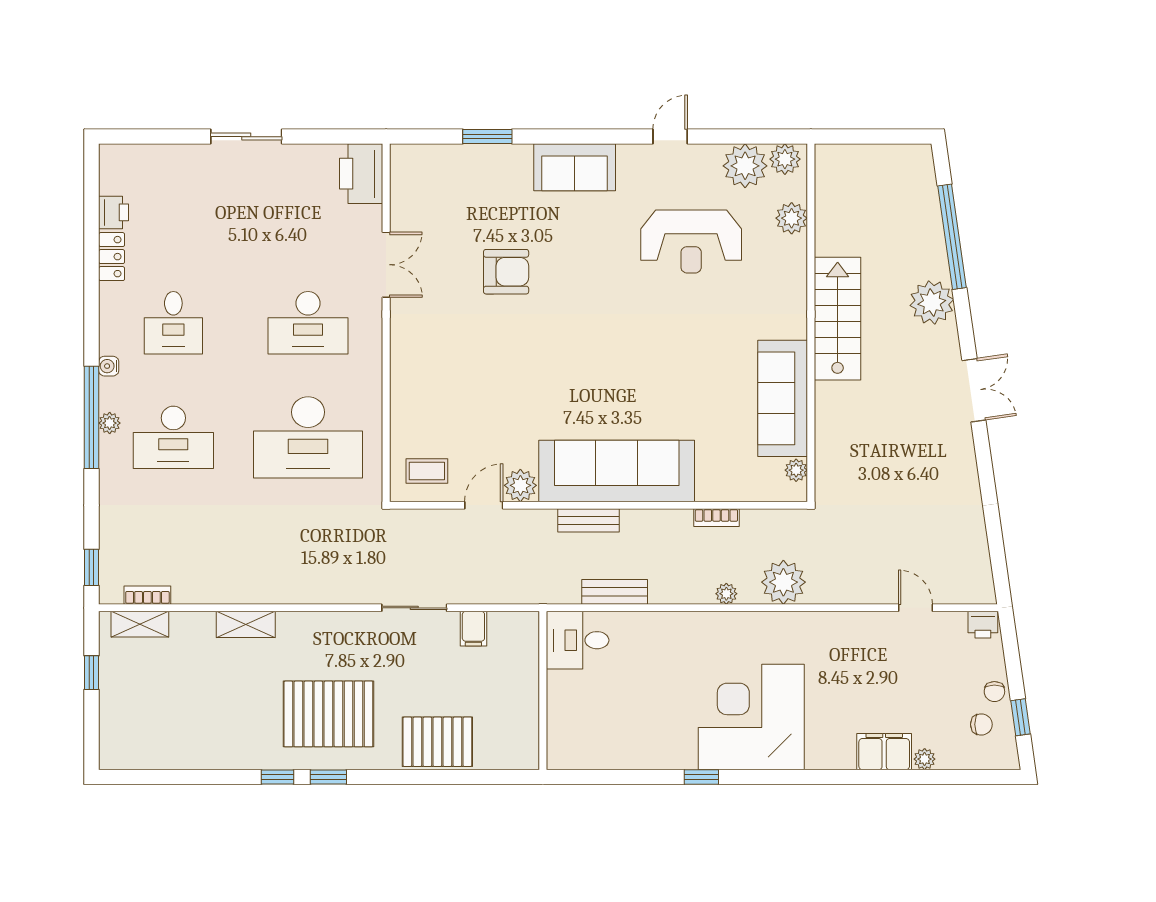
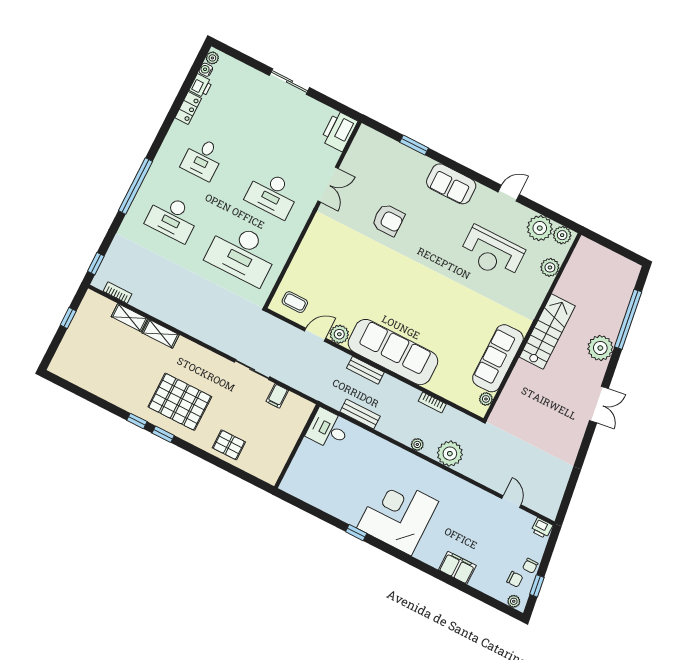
water cooler: (109, 366) -> (206, 70), moved
plant: (110, 423) -> (212, 58), moved
shelving: (140, 624) -> (129, 318), moved
pallet: (437, 742) -> (229, 445), width x0.67, depth x0.71
plant: (925, 759) -> (514, 601), moved

